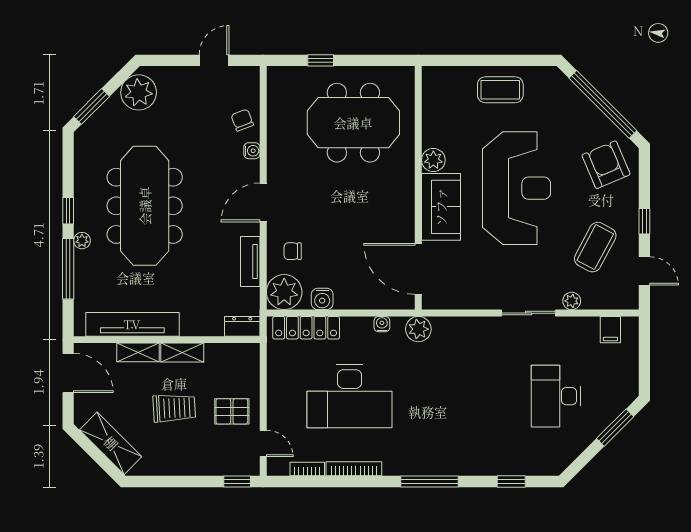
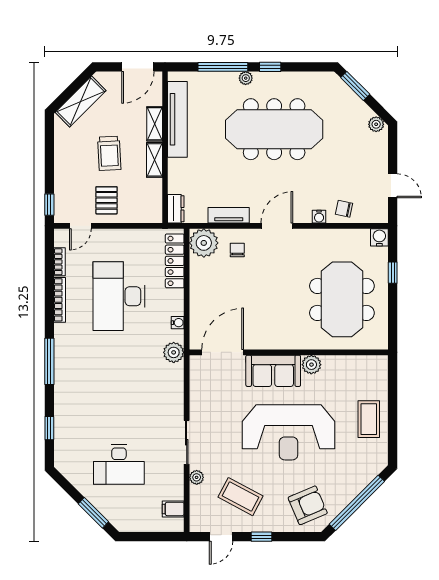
plant: (139, 92) -> (376, 124), width x0.53, depth x0.53
chair: (242, 120) -> (344, 209), turned -147
door: (263, 202) -> (277, 226), hinge flipped
water cooler: (322, 299) -> (379, 237), moved, turned 90
desk: (556, 396) -> (119, 464), turned 180

